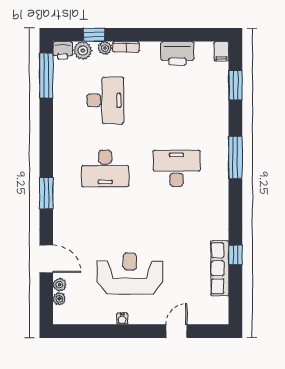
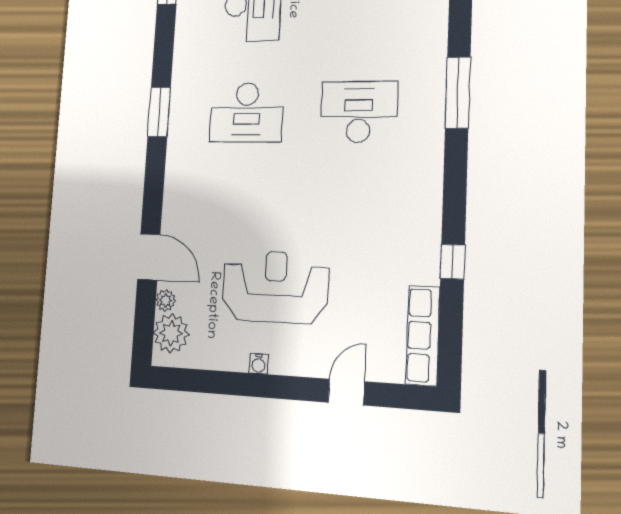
window: (46, 193) -> (159, 112), moved
row of seats: (220, 268) -> (423, 335), moved
plant: (59, 299) -> (171, 333), width x1.87, depth x1.87

